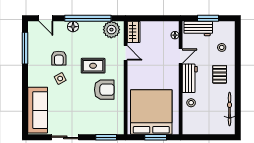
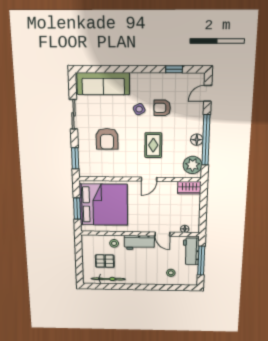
window: (208, 18) -> (201, 261), width x1.44
floor lamp: (73, 27) -> (197, 140), moved
window: (25, 48) -> (174, 69), width x0.46
door: (126, 53) -> (149, 179), moved
pallet: (220, 74) -> (105, 261), moved
armchair: (104, 90) -> (107, 139), moved

